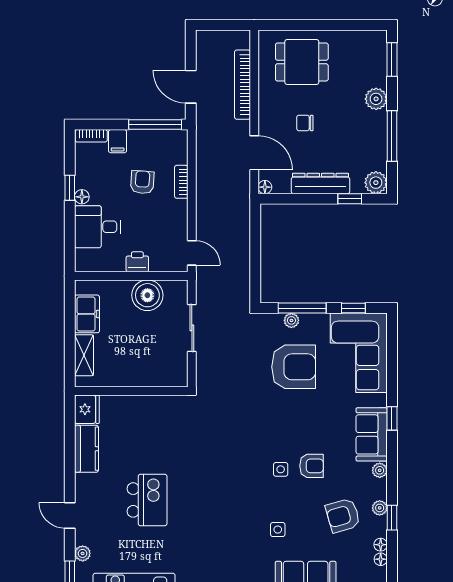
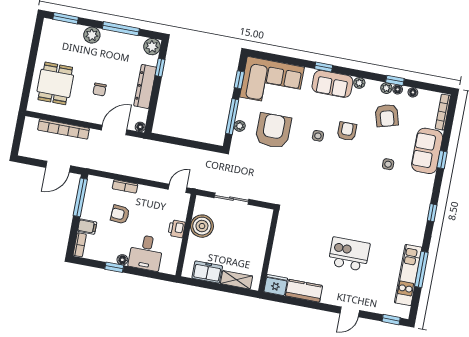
side table: (281, 469) -> (318, 136), moved
plant: (83, 553) -> (379, 308), removed
floor lamp: (381, 559) -> (398, 89), moved

